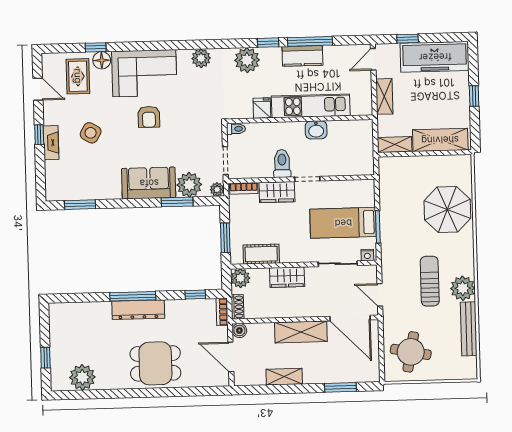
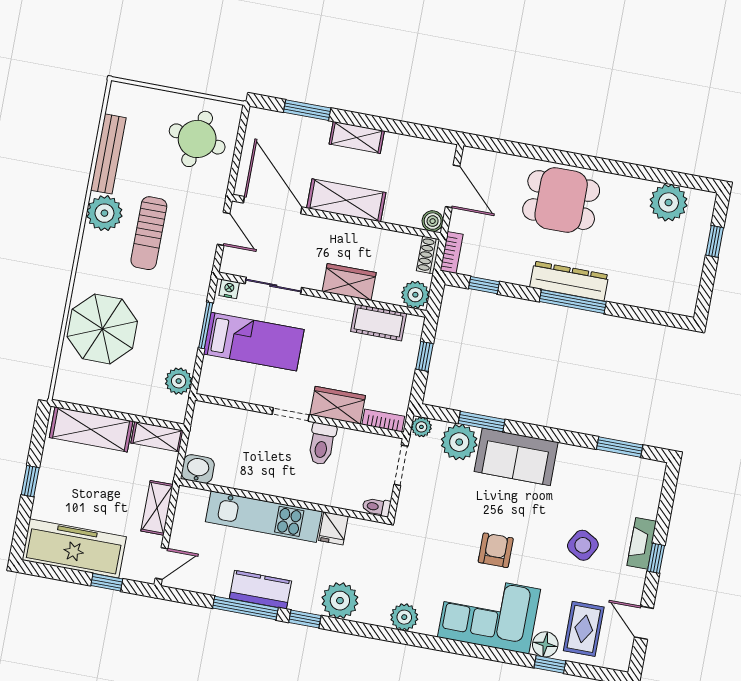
washbasin: (316, 130) -> (198, 469), moved
plant: (388, 185) -> (179, 381), added
window: (225, 238) -> (424, 356), width x0.67
shelving: (284, 377) -> (357, 137), moved

